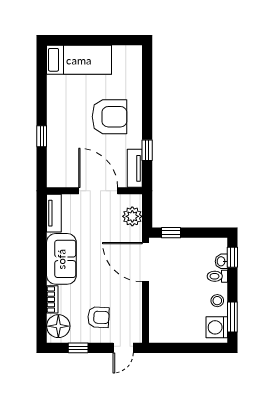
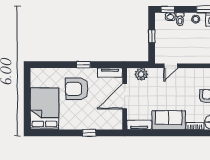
bed: (79, 60) -> (45, 109), width x1.50
armchair: (110, 117) -> (77, 89), turned -90
window: (147, 150) -> (83, 65), moved
window: (171, 233) -> (152, 36), moved
door: (145, 262) -> (171, 66), width x0.53

